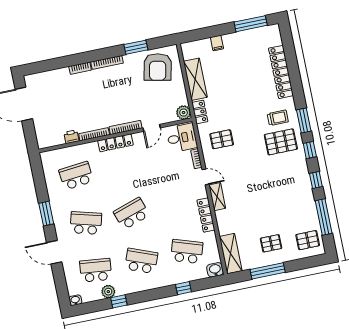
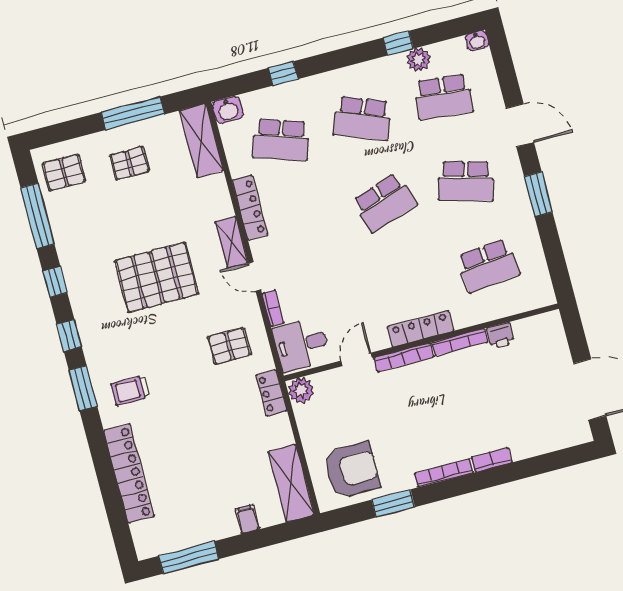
armchair: (158, 67) -> (352, 470), turned 78
shelving: (195, 79) -> (291, 483), moved
pallet: (281, 142) -> (157, 277), moved, width x1.37, depth x1.41

